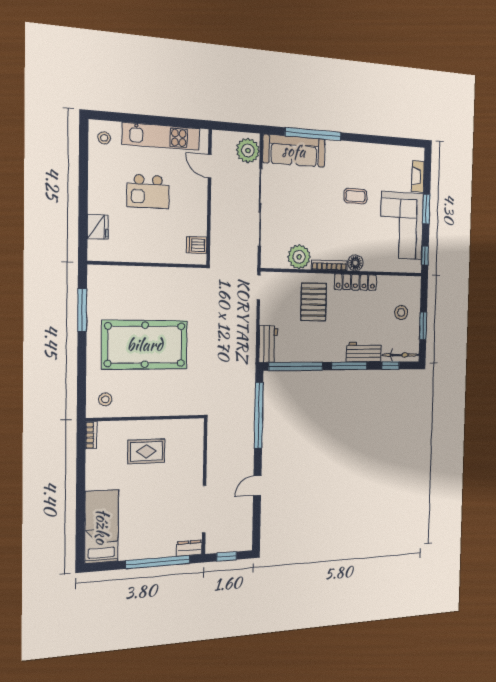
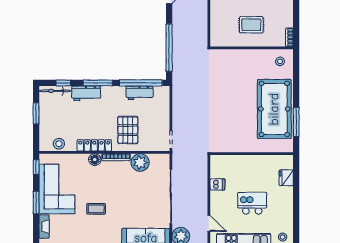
dishwasher: (197, 245) -> (217, 184), moved
stool: (401, 312) -> (59, 144), moved
workbench: (268, 344) -> (140, 93), moved, turned -90
pool table: (145, 345) -> (274, 109), moved, turned 90

